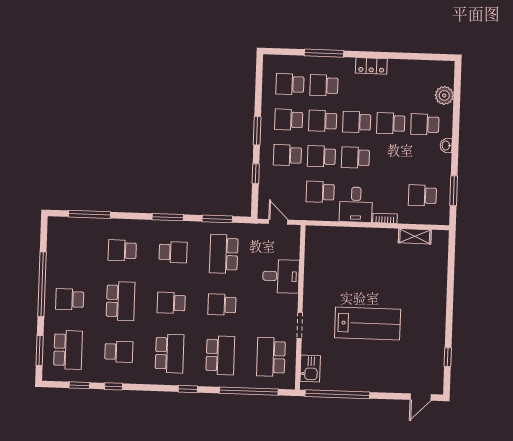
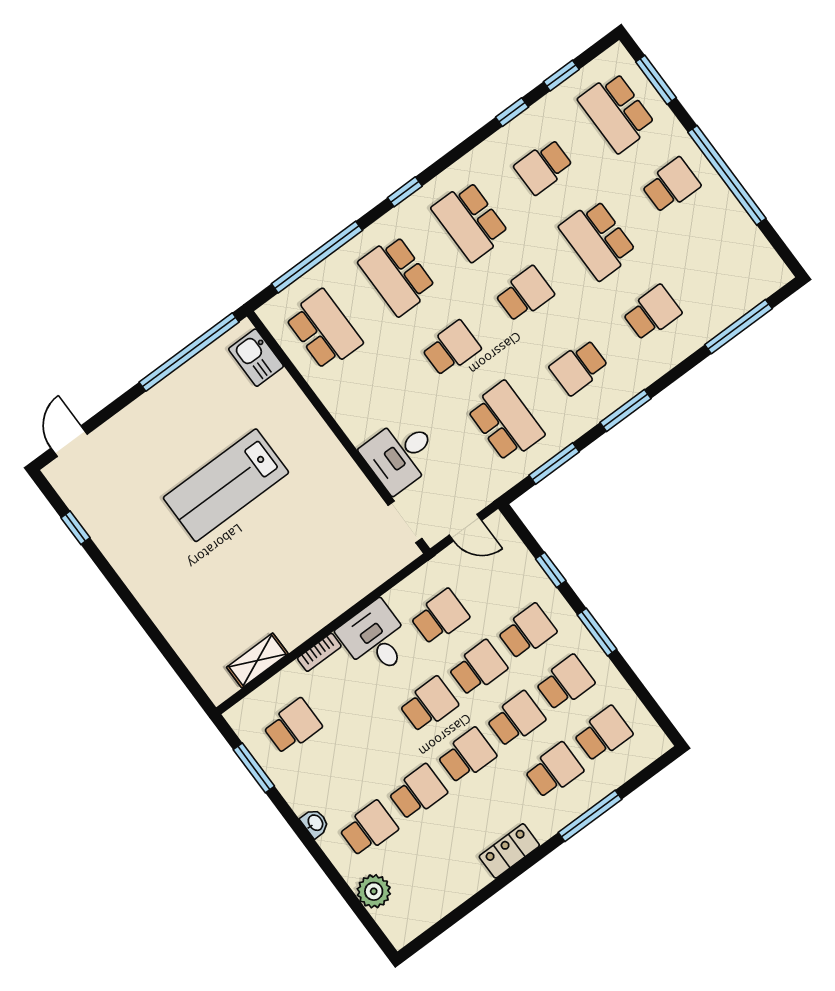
doorway: (300, 325) -> (405, 522), moved

